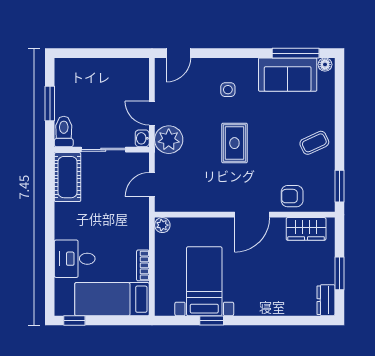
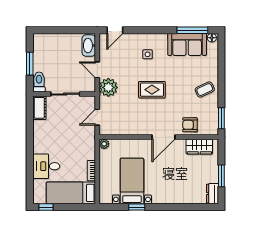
washbasin: (142, 138) -> (89, 46), moved, width x1.91, depth x1.45
rug: (234, 143) -> (152, 90), turned 90
cot: (68, 177) -> (39, 108), width x0.73, depth x0.75

